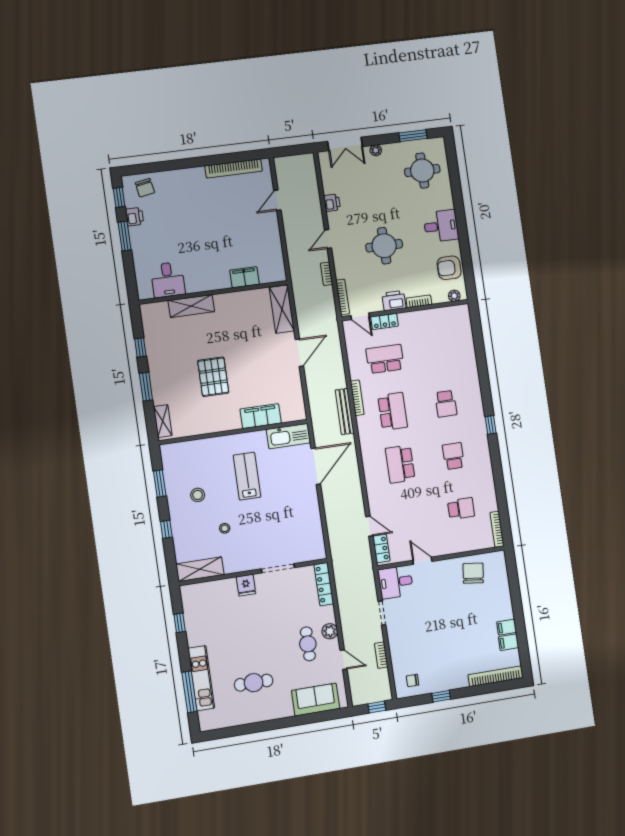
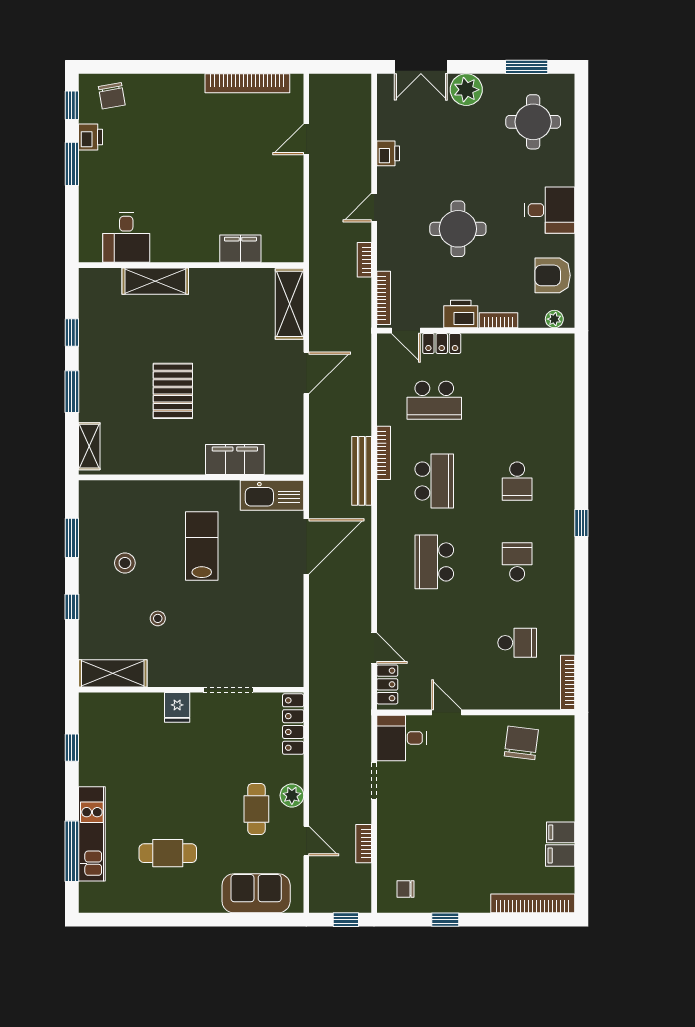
plant: (376, 150) -> (466, 90), width x1.88, depth x1.88
school desk: (385, 359) -> (434, 400), turned 180

